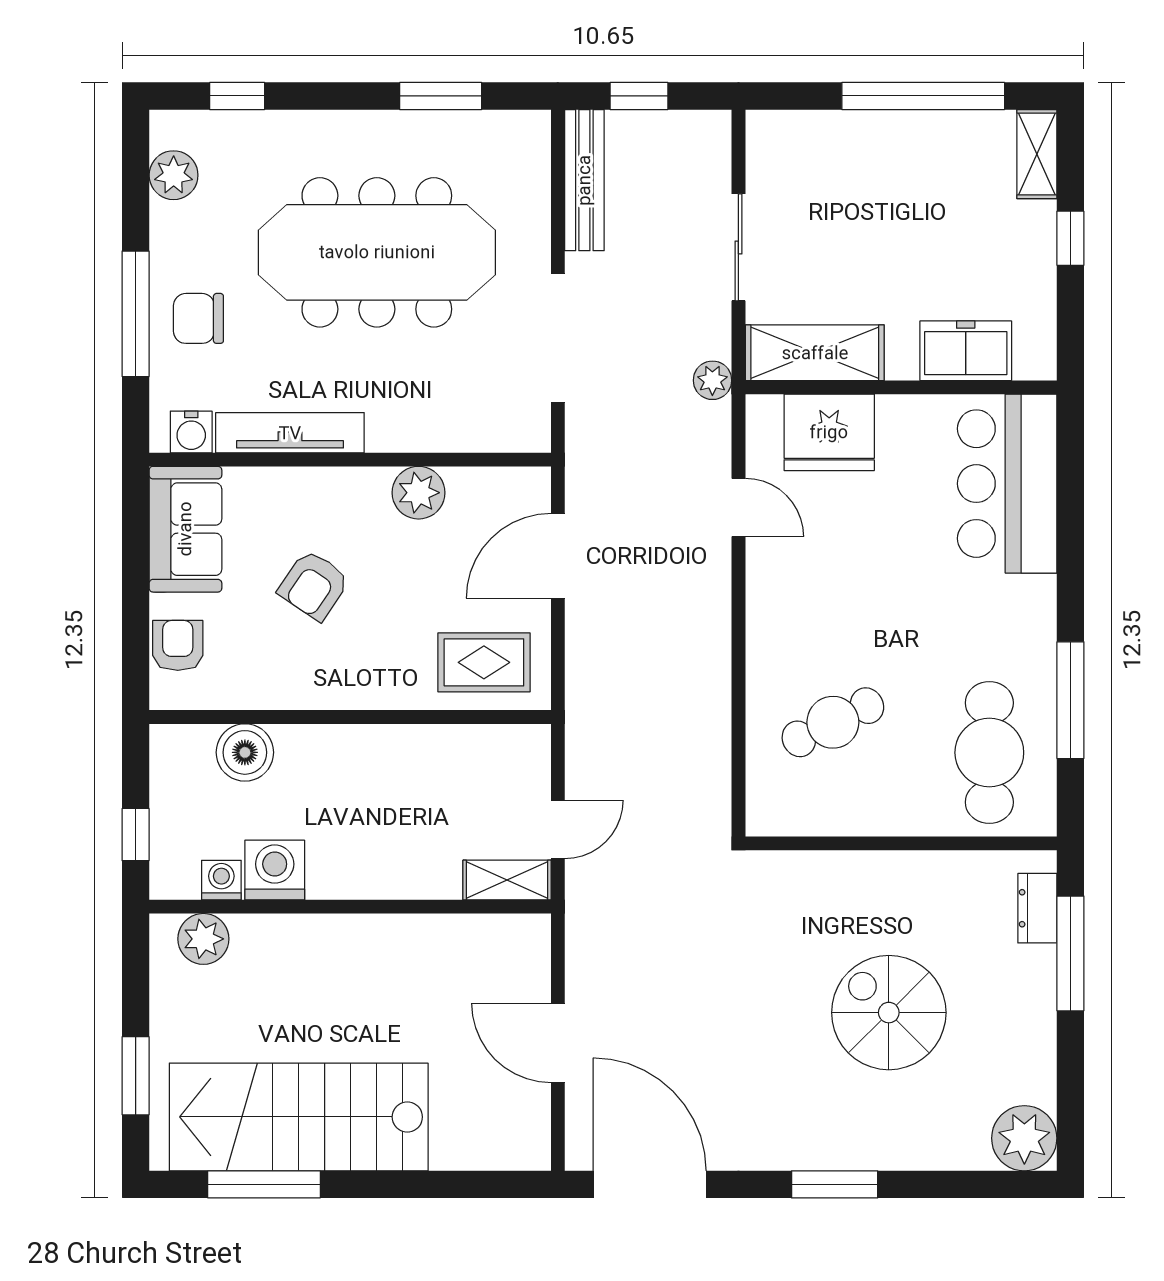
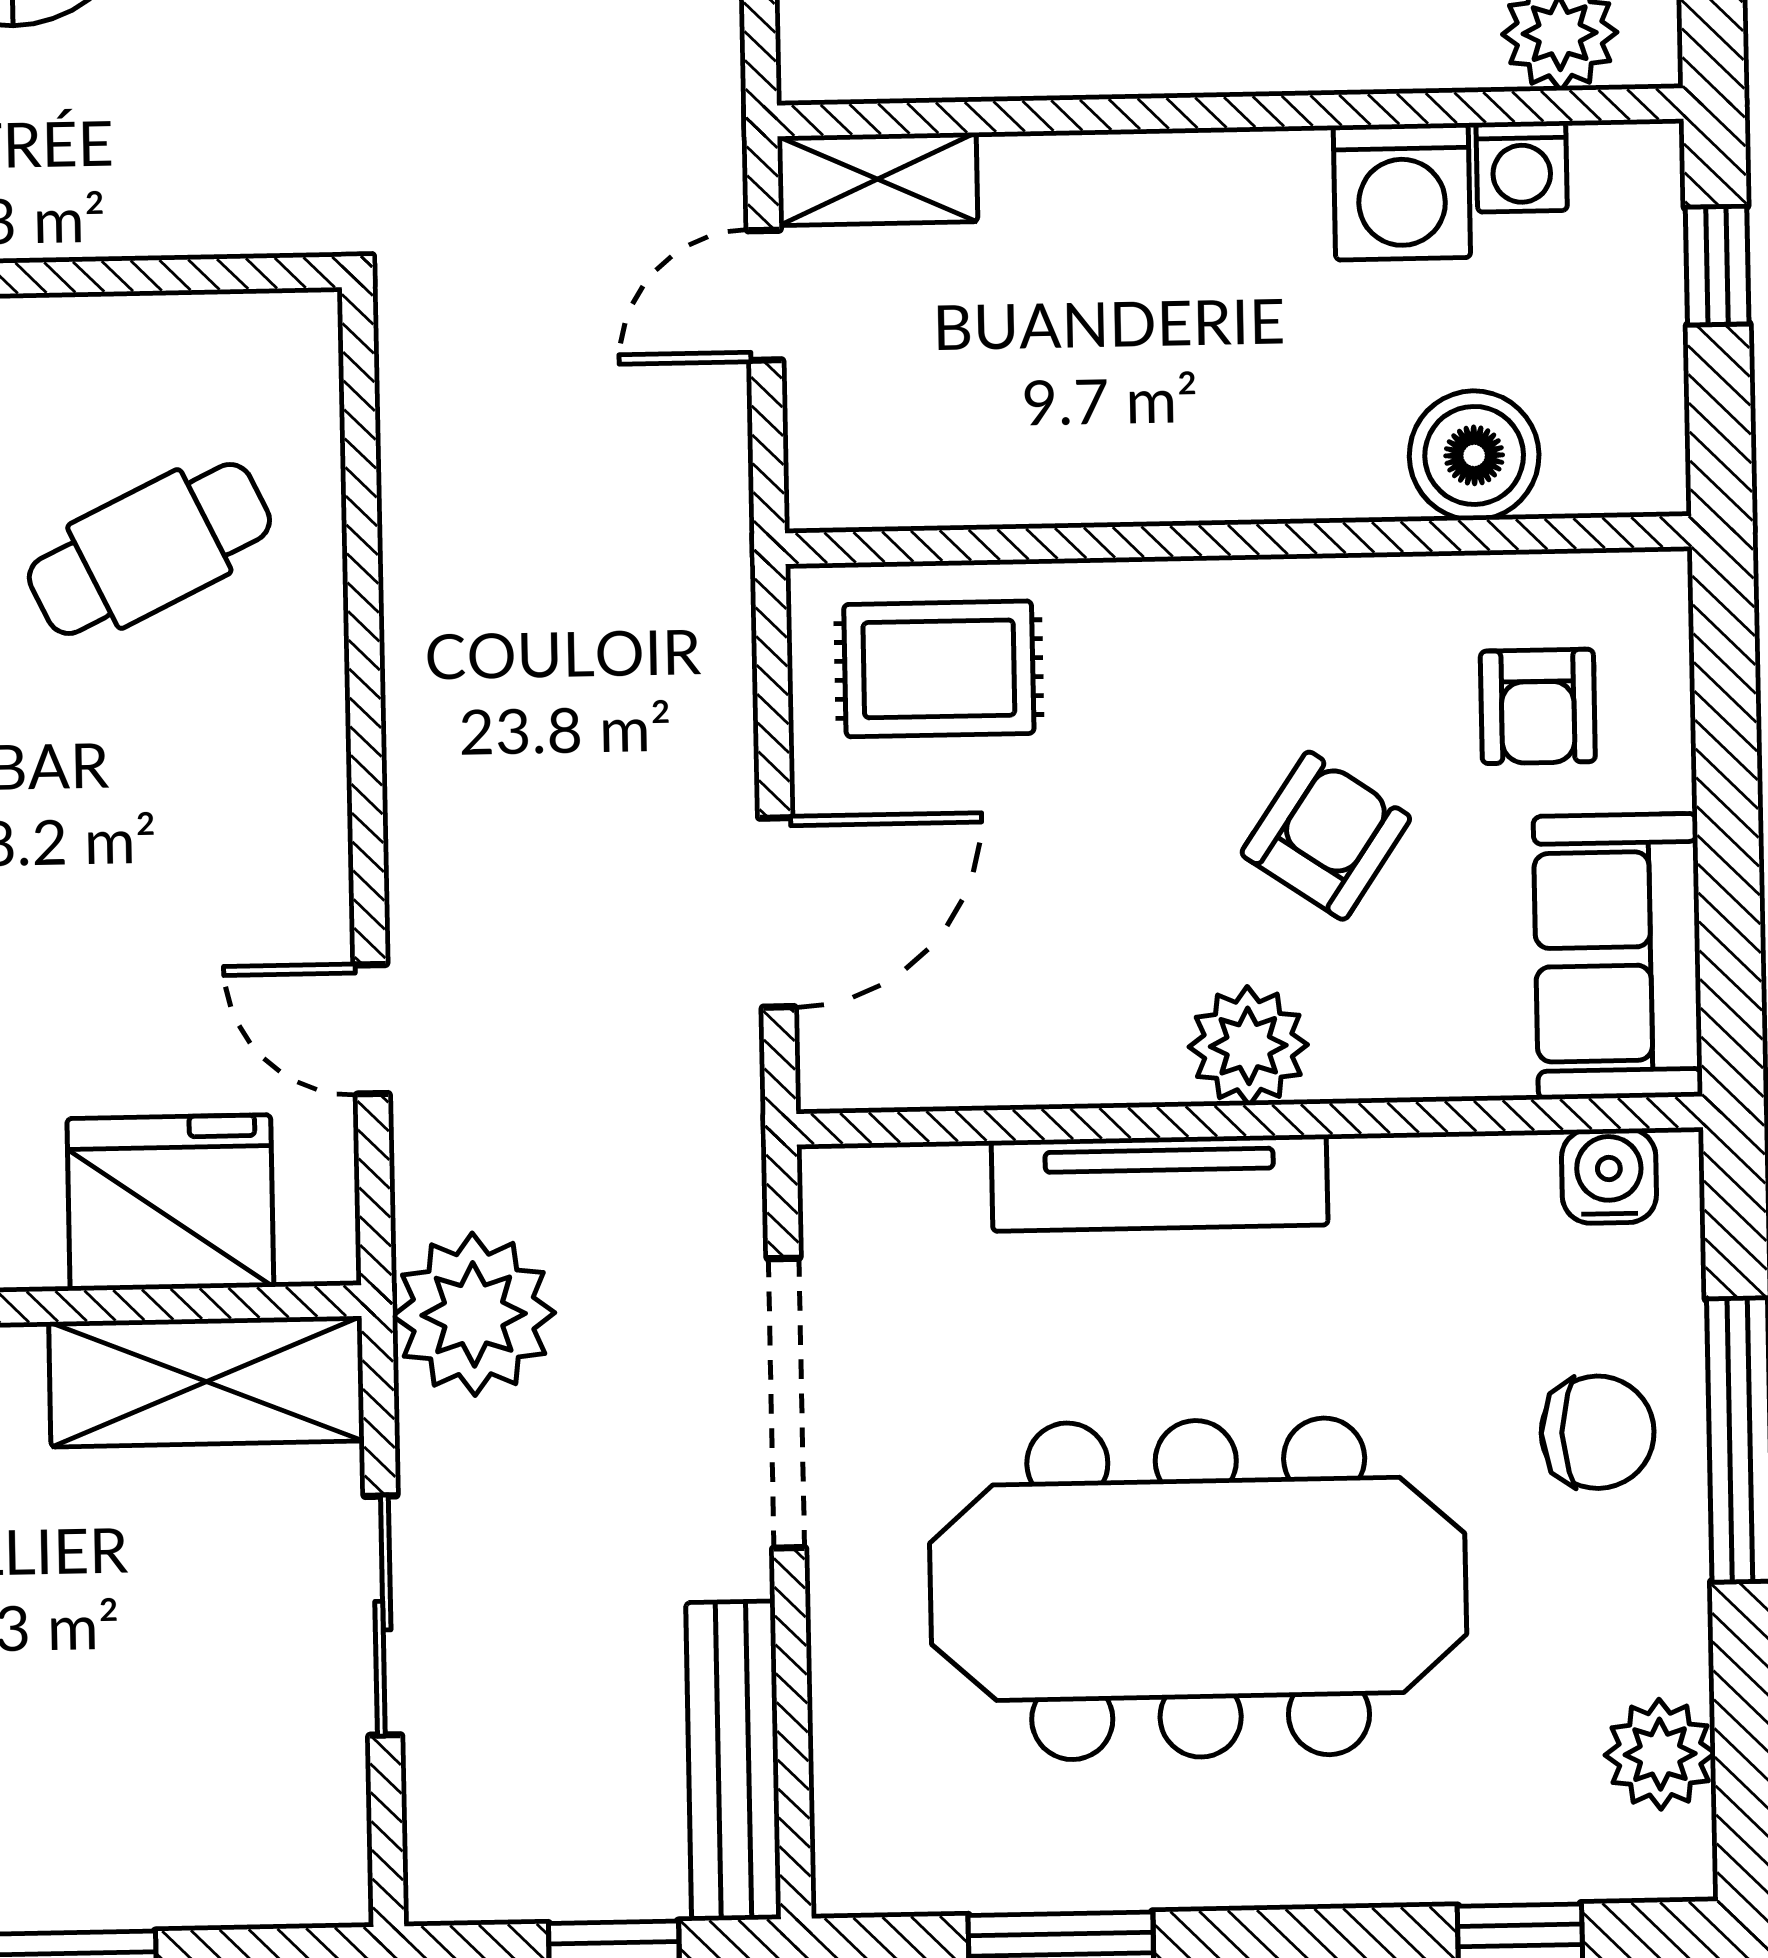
plant: (712, 380) -> (474, 1314), width x1.87, depth x1.87
tv unit: (290, 433) -> (1160, 1183), moved
plant: (419, 493) -> (1248, 1046), moved
armchair: (178, 645) -> (1538, 706), moved

